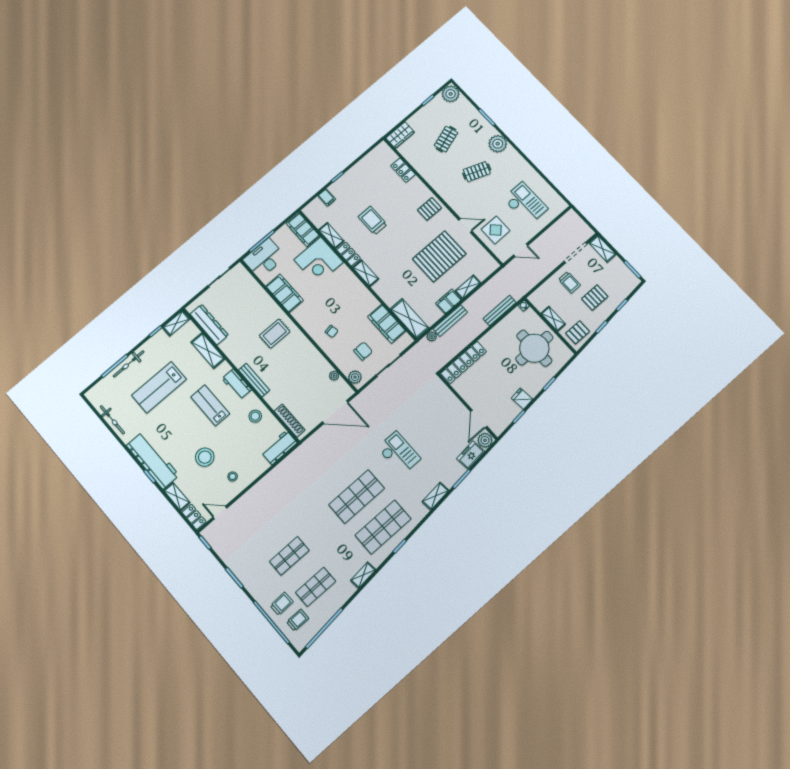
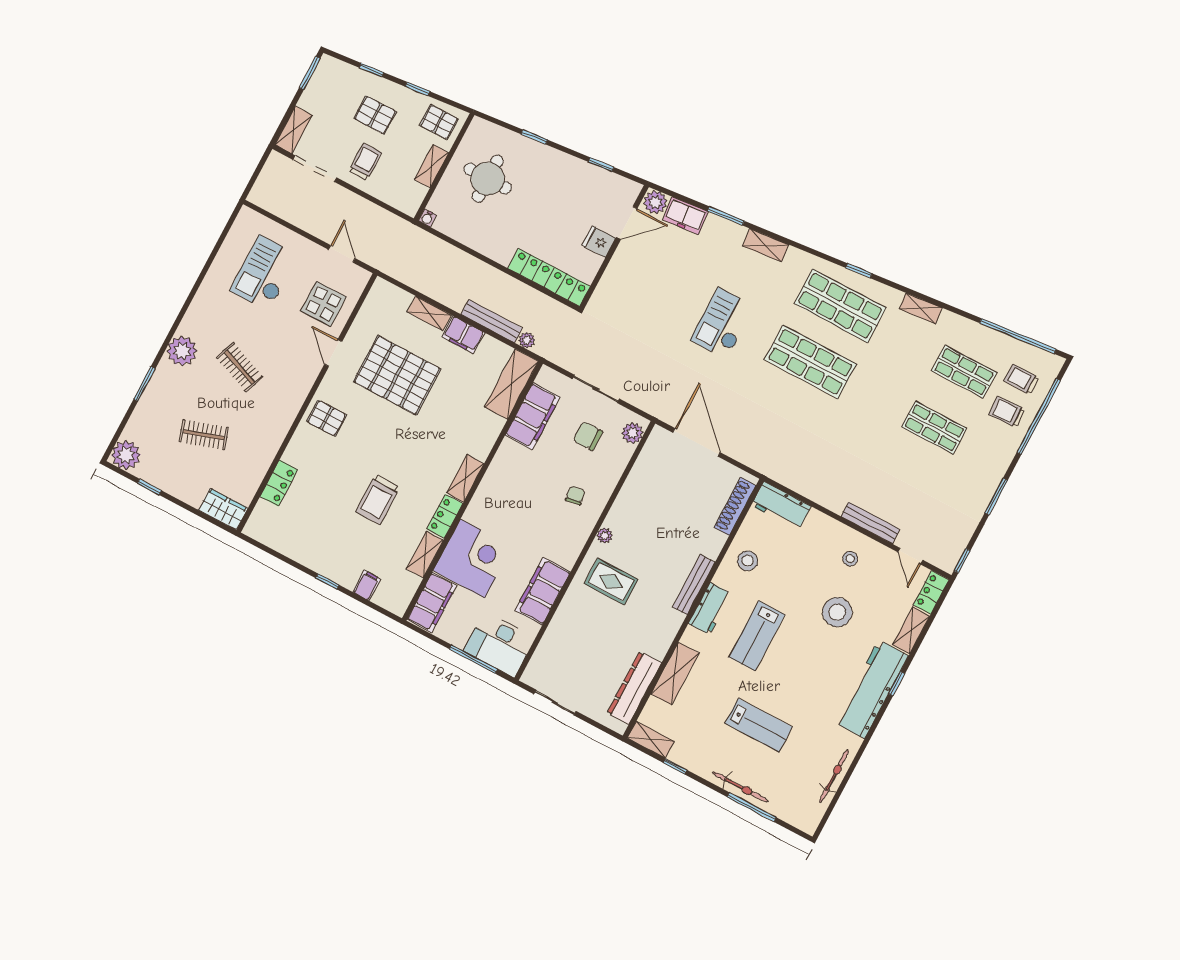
bench: (500, 311) -> (870, 523), moved
round table: (534, 348) -> (488, 179), width x0.73, depth x0.73
plant: (334, 376) -> (605, 536), moved
lab bench: (159, 387) -> (759, 725), width x0.73, depth x0.72
fridge: (522, 399) -> (599, 242), moved, turned 96

